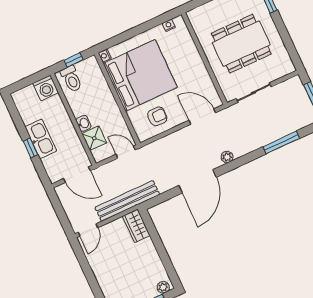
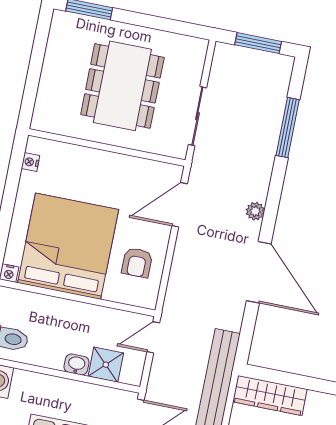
armchair: (157, 116) -> (137, 263), turned 180
wardrobe: (136, 226) -> (270, 395), width x1.50

